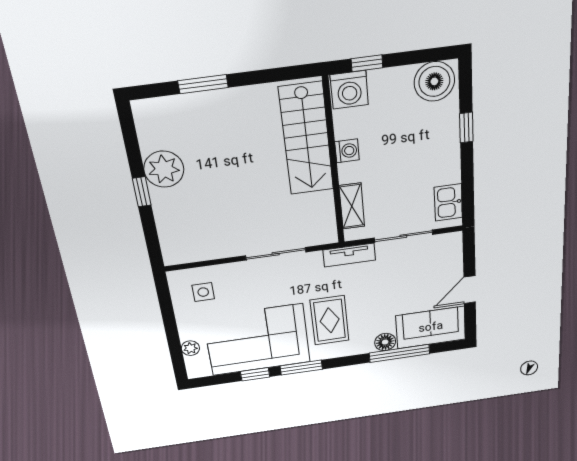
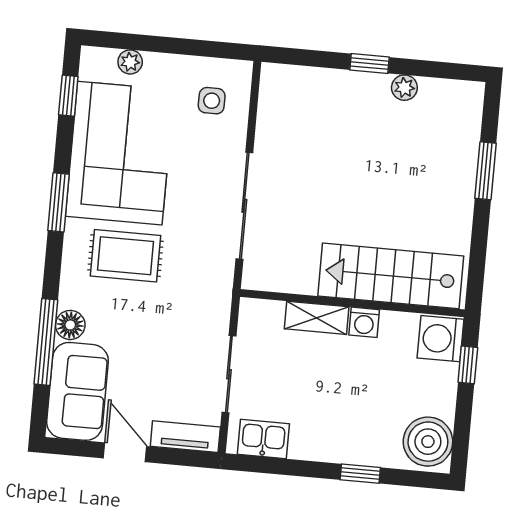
plant: (164, 169) -> (404, 88), width x0.53, depth x0.53
shelving: (352, 206) -> (317, 318), moved
sliding door: (276, 254) -> (244, 206), width x1.37
tv unit: (349, 255) -> (185, 437), moved, turned 90
window: (255, 374) -> (68, 96), moved

